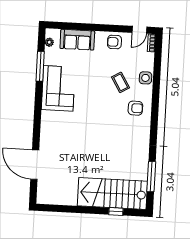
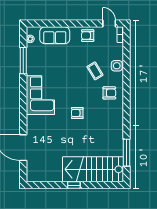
door: (139, 30) -> (109, 24), swing flipped
corner sofa: (58, 88) -> (40, 95), moved
armchair: (98, 129) -> (77, 113), added
window: (116, 212) -> (74, 185), moved

